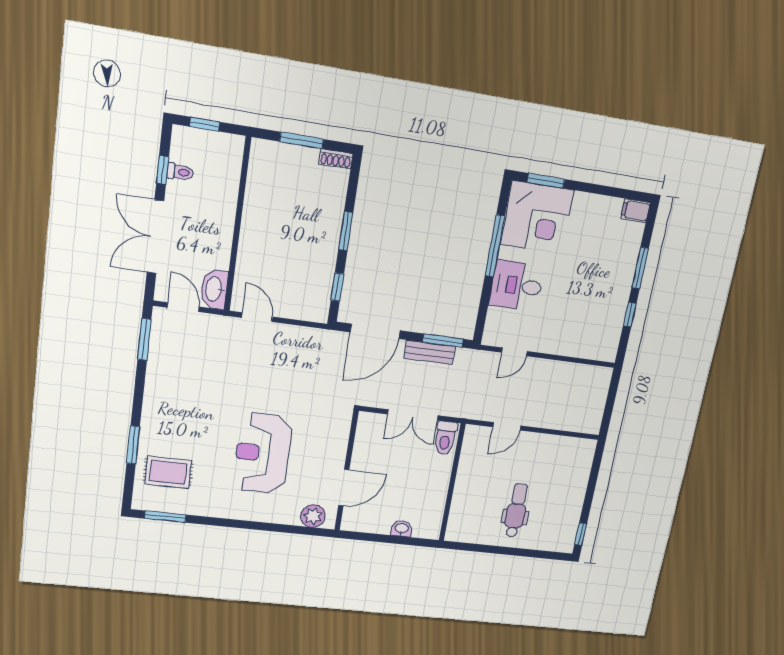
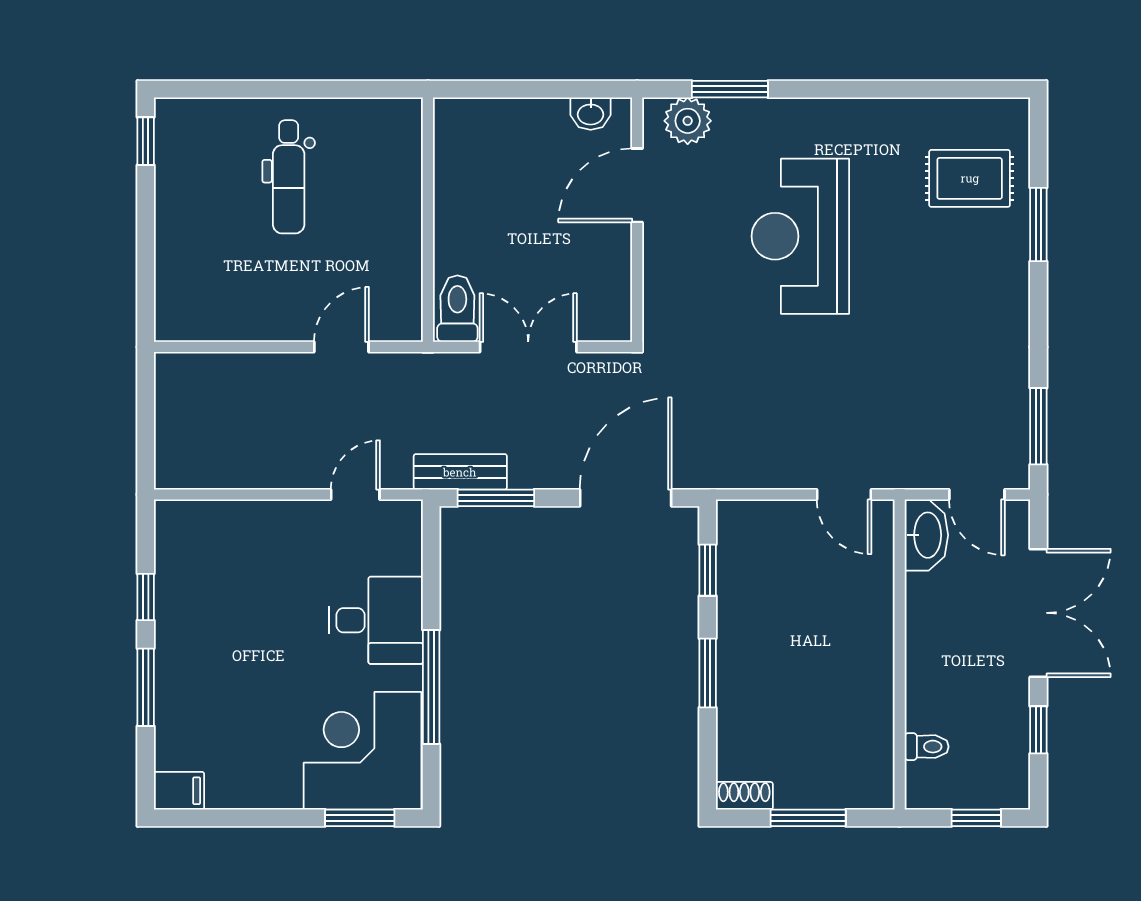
toilet: (180, 172) -> (927, 747), moved, turned 180
bench: (430, 352) -> (460, 472), moved
reception desk: (263, 453) -> (800, 236), turned 180
window: (165, 517) -> (730, 89), moved
washbasin: (402, 529) -> (591, 114), moved

